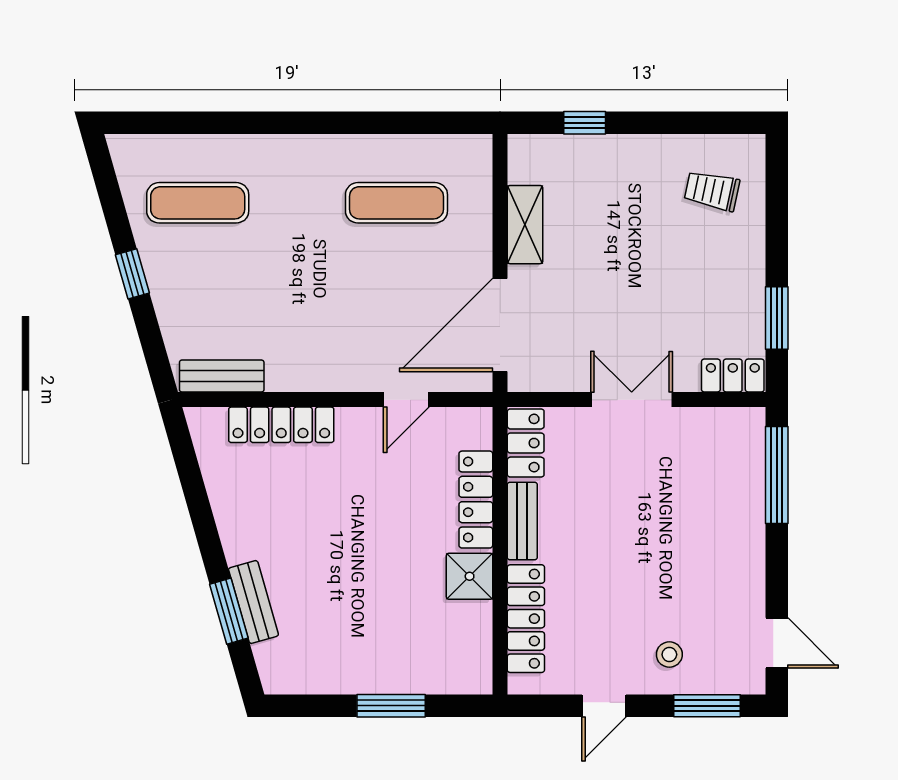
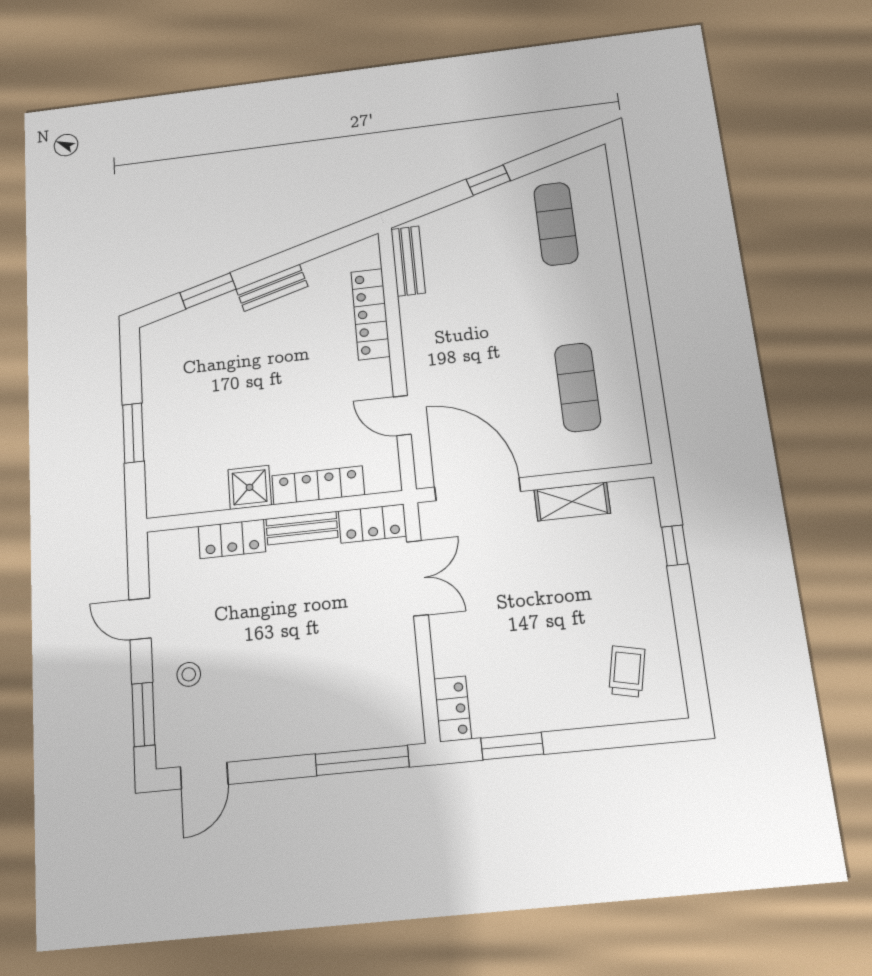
double door: (632, 400) -> (417, 578), moved
bench: (253, 602) -> (272, 288), moved
locker: (526, 619) -> (232, 539), width x0.66

